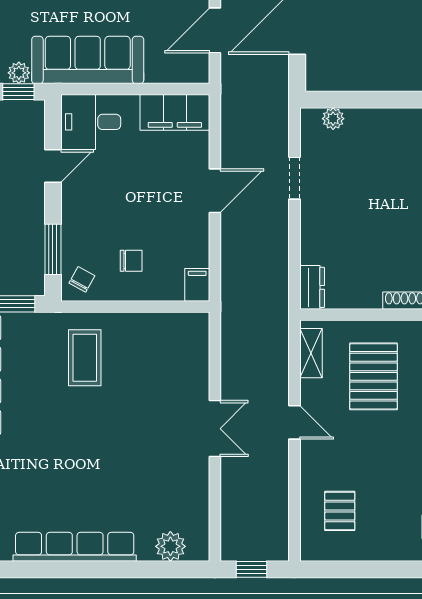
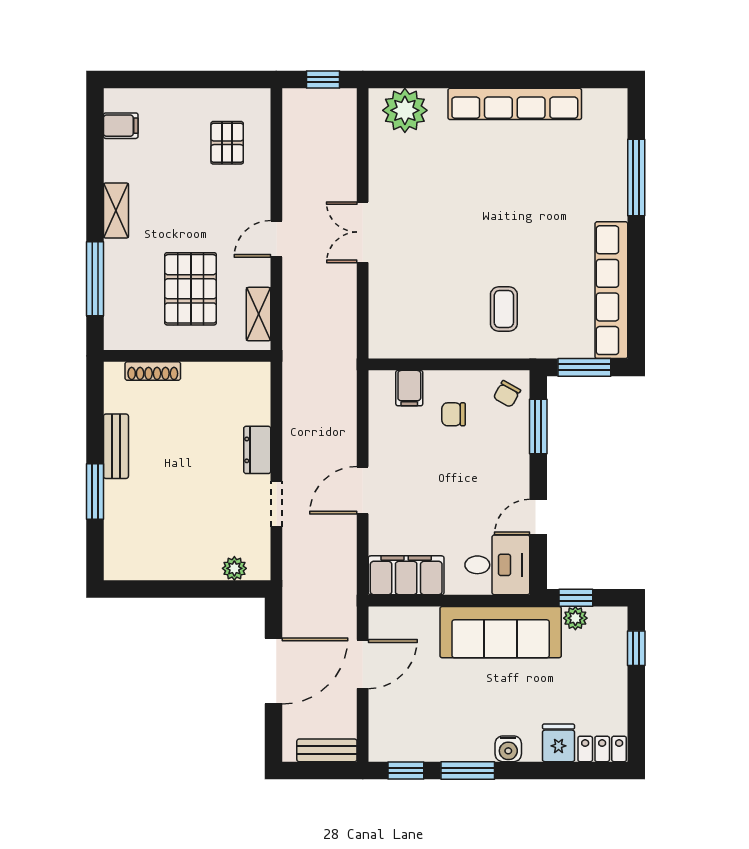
filing cabinet: (197, 285) -> (409, 388), moved
dresser: (312, 287) -> (257, 450), moved
coffee table: (85, 358) -> (504, 309), width x0.73, depth x0.77
door: (294, 422) -> (276, 239), hinge flipped
plant: (170, 546) -> (405, 110), width x1.36, depth x1.36

